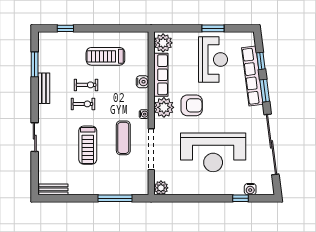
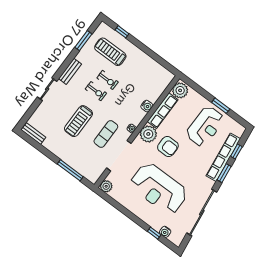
treadmill: (105, 56) -> (110, 52), moved
bench: (44, 88) -> (70, 71), moved

